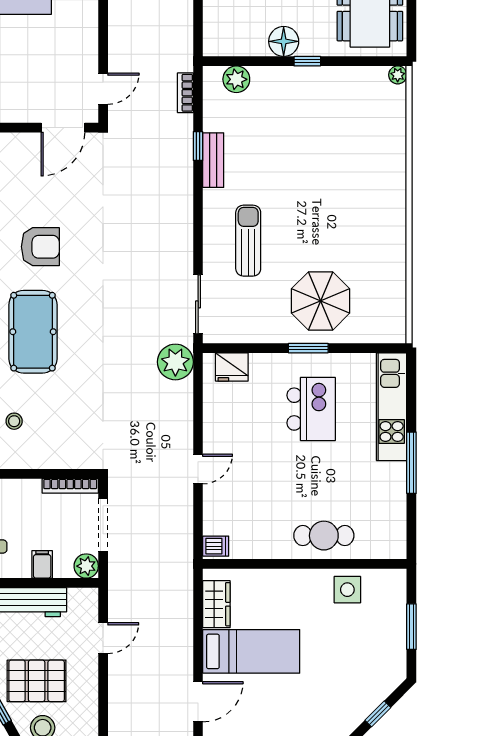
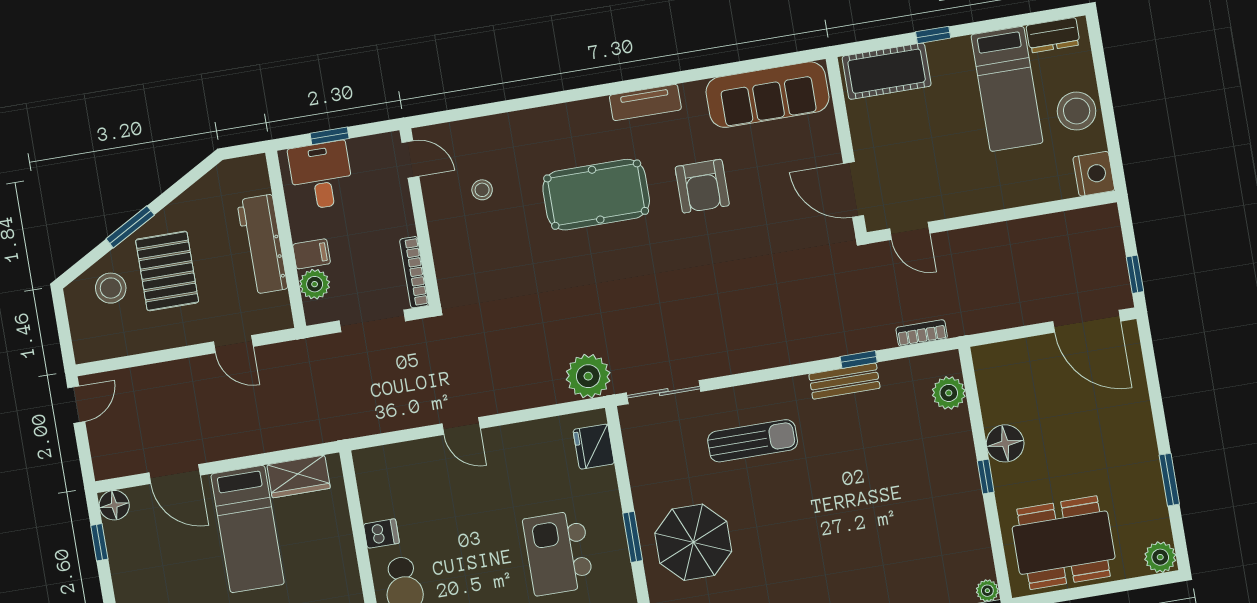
kitchen island: (311, 409) -> (558, 553), turned 90
dishwasher: (216, 546) -> (381, 534), moved, turned -90
plant: (86, 566) -> (315, 284), moved

